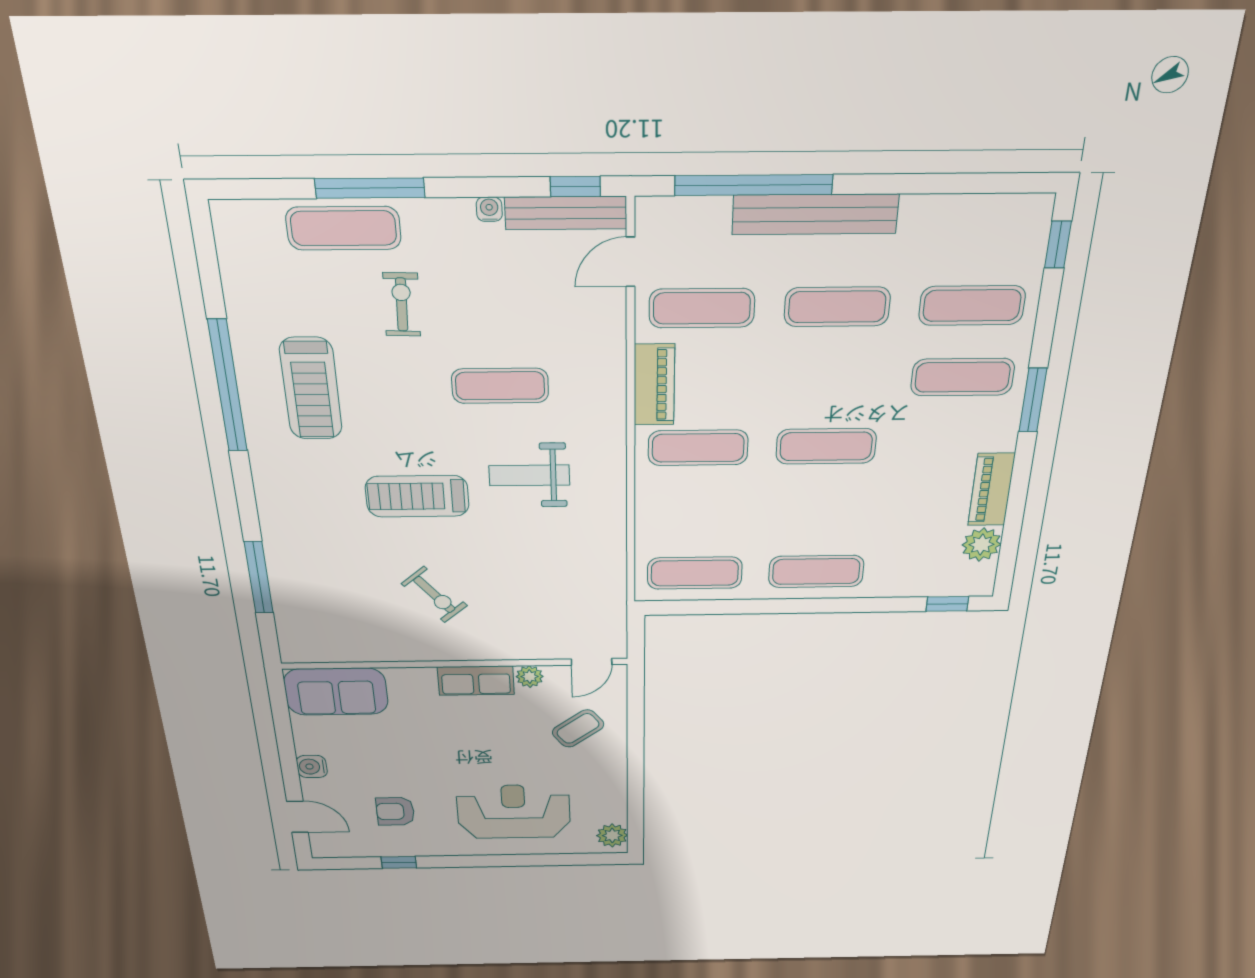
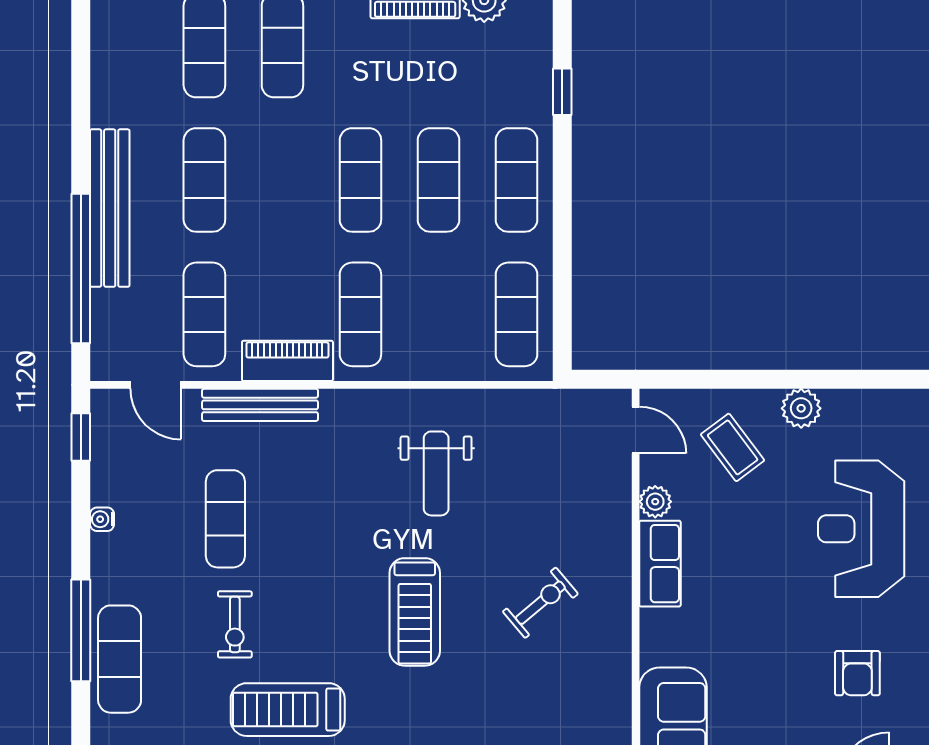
bench: (566, 213) -> (260, 405), moved, turned 90
exercise bike: (402, 305) -> (235, 624), moved, turned -92
exercise mat: (500, 386) -> (225, 519), moved
treadmill: (311, 389) -> (288, 710), turned 180
weight bench: (529, 475) -> (436, 473), moved
exercise mat: (821, 511) -> (438, 180), added
window: (947, 604) -> (562, 92), moved
plant: (612, 835) -> (801, 408), moved

